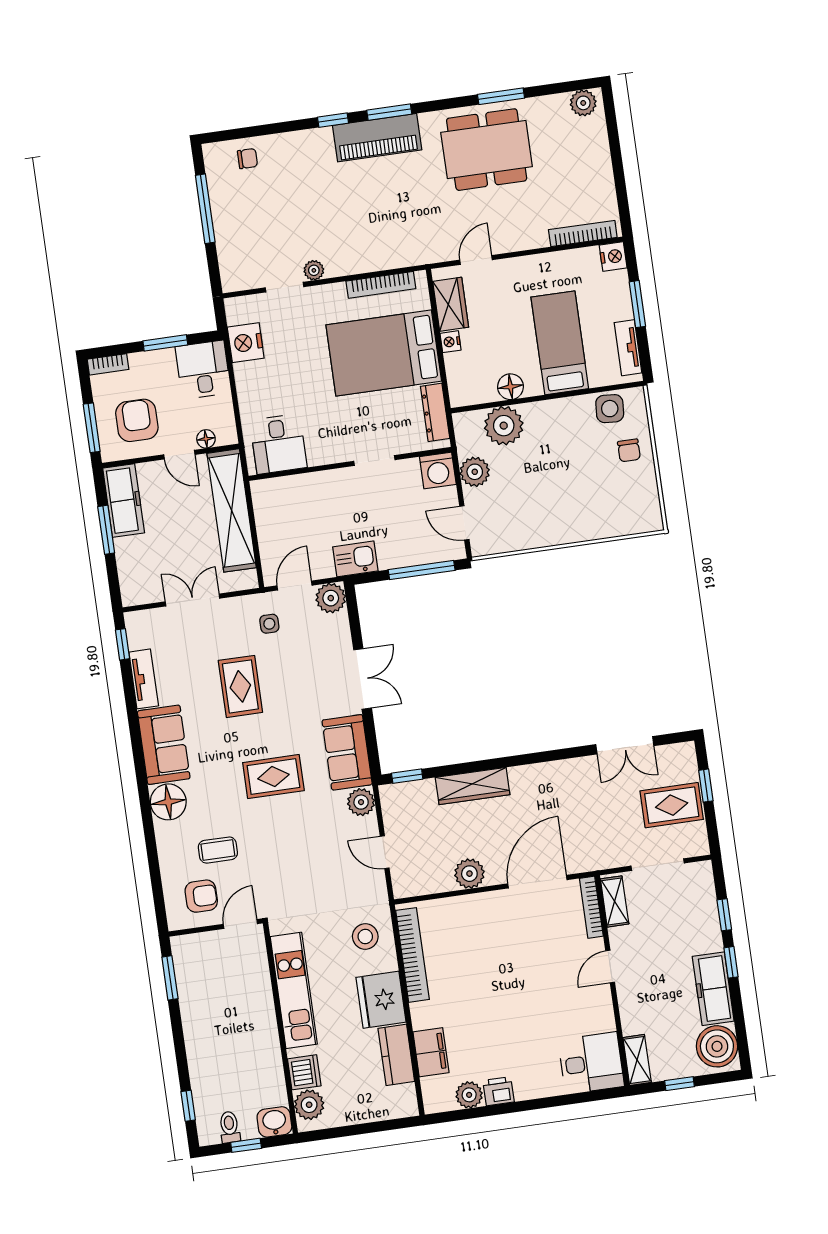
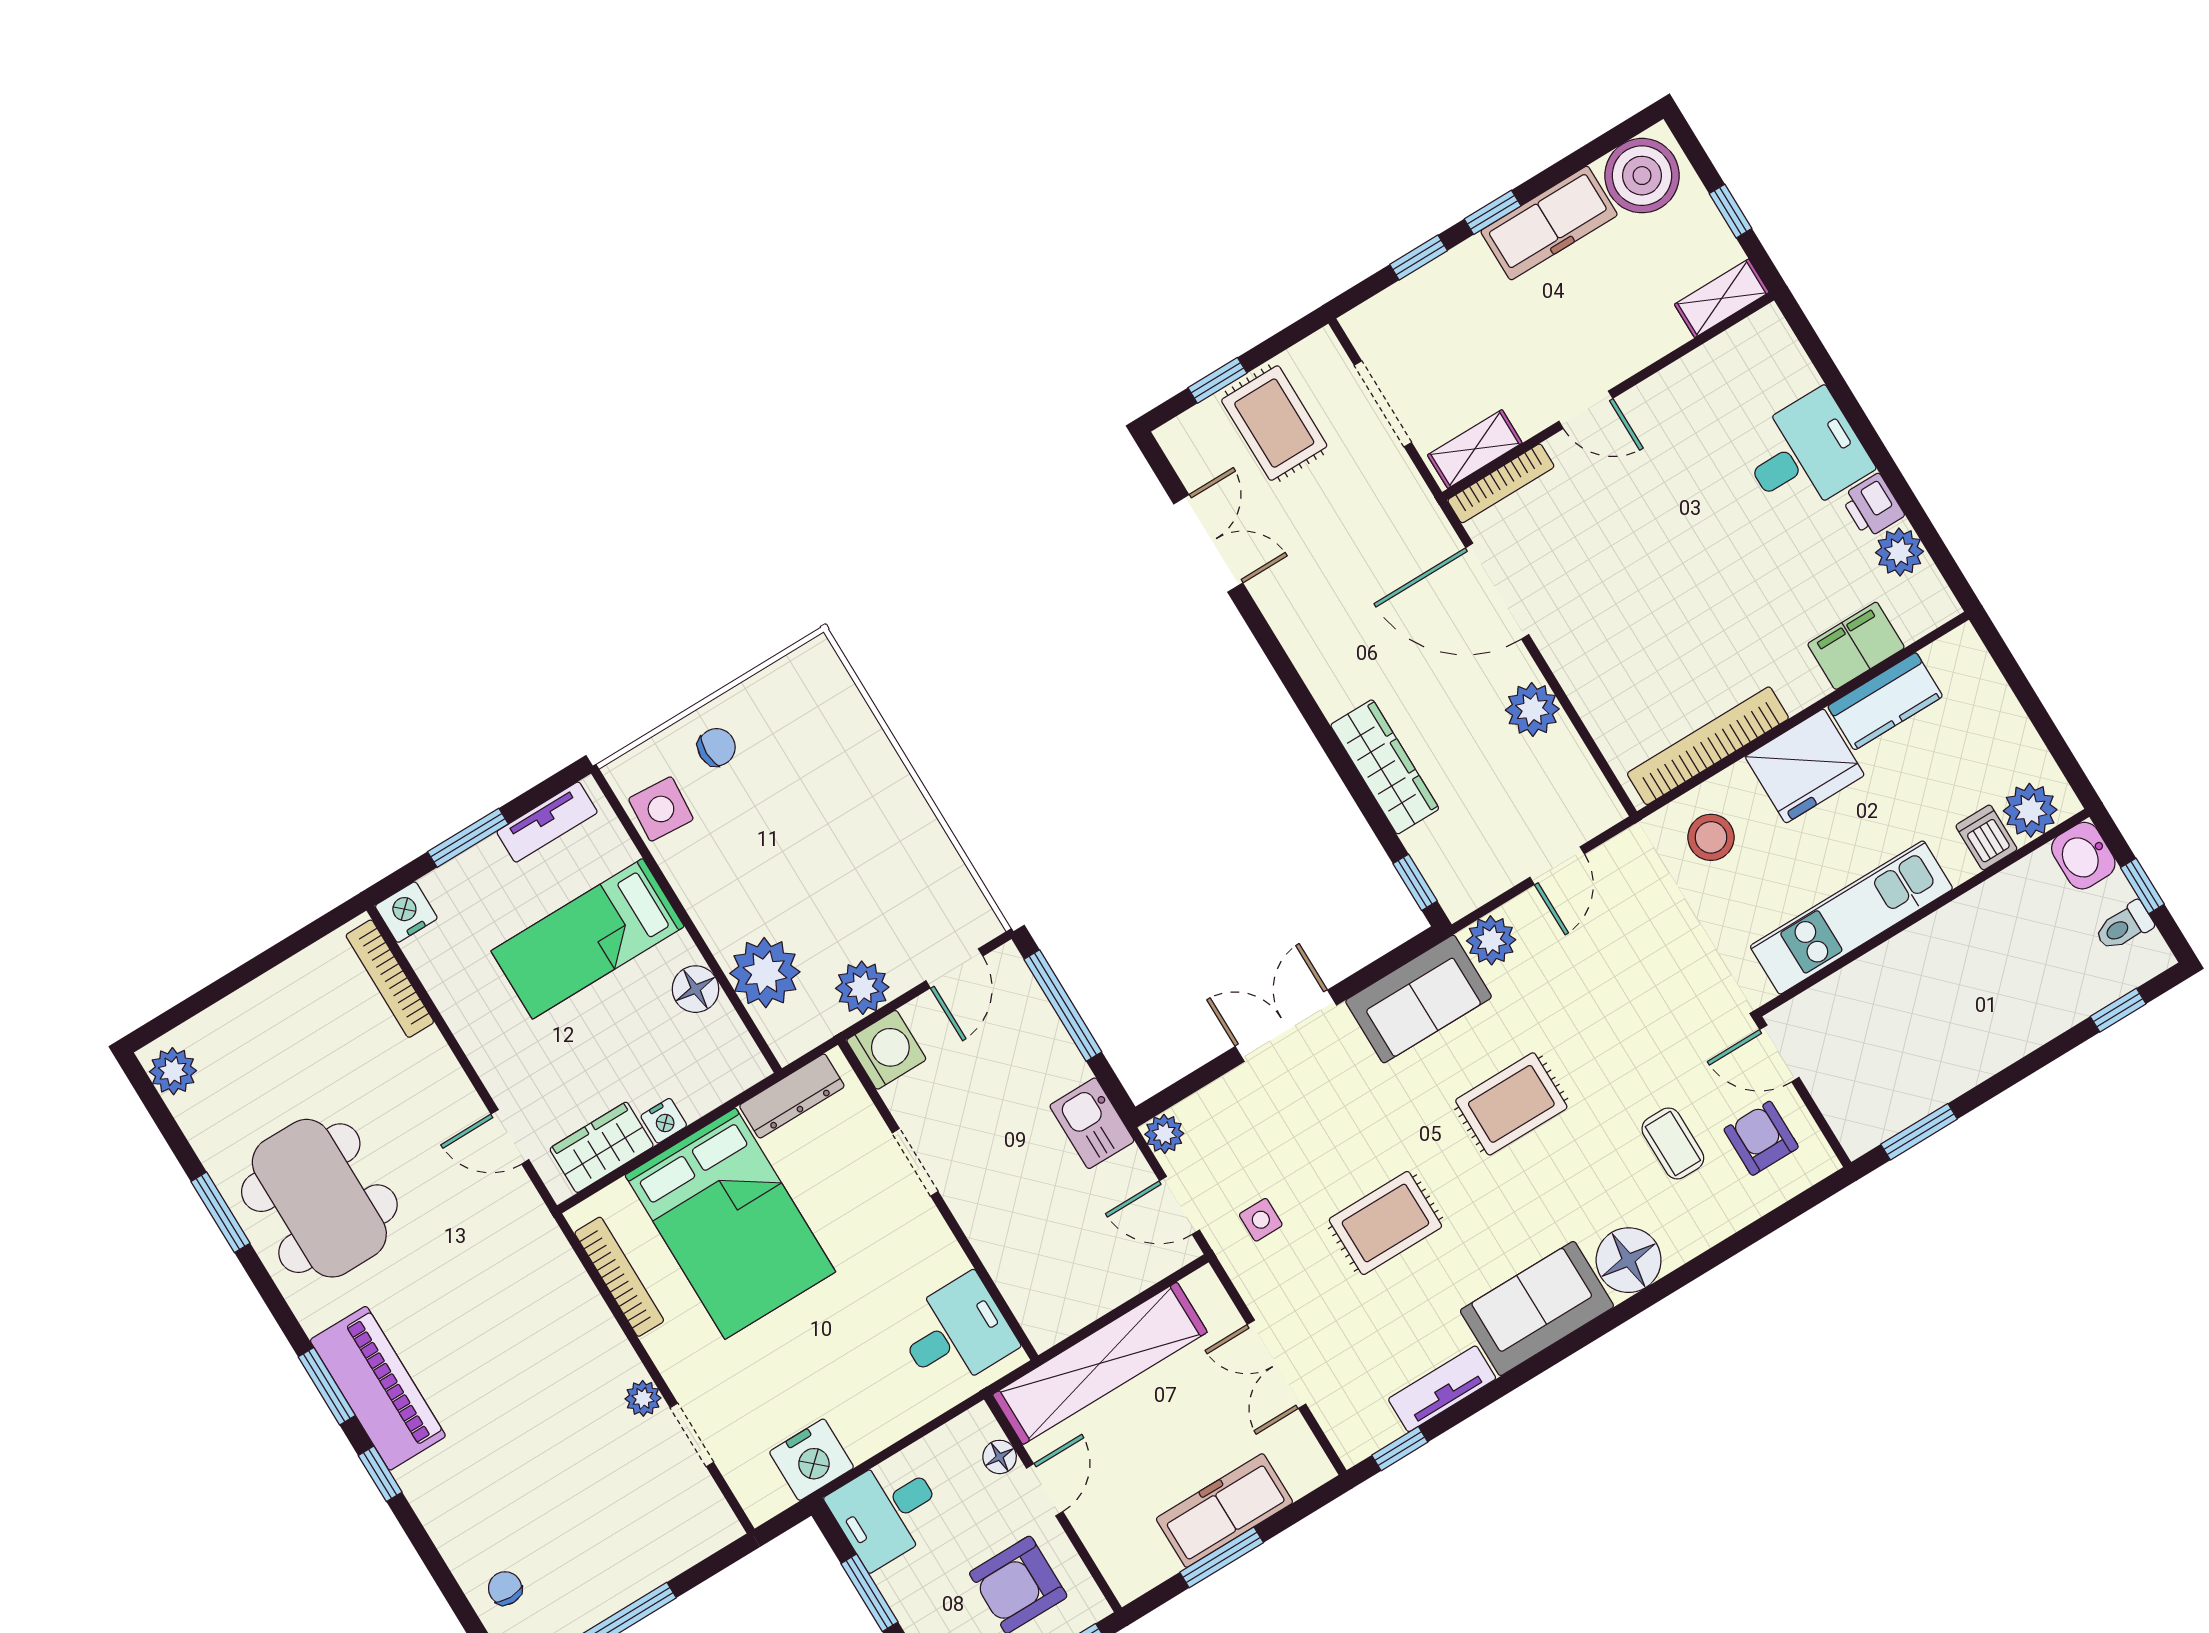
freezer: (124, 500) -> (1224, 1510), moved
plant: (331, 598) -> (1164, 1134), width x0.73, depth x0.73
rug: (273, 777) -> (1511, 1104), turned 90
desk: (591, 1063) -> (1805, 454), moved, turned 90
dishwasher: (304, 1072) -> (1986, 837), width x0.73

